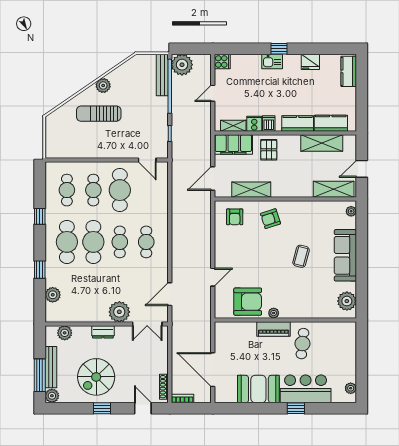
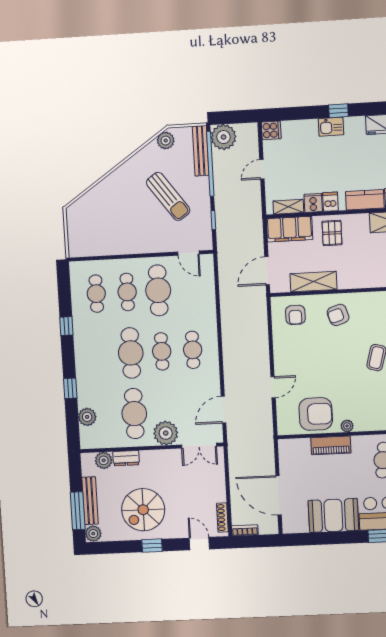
plant: (103, 85) -> (166, 141), moved
sun lounger: (99, 114) -> (168, 196), moved, turned -126
cafe table: (67, 242) -> (134, 414), moved
piano: (274, 329) -> (331, 445), moved
dresser: (103, 332) -> (126, 458), moved

